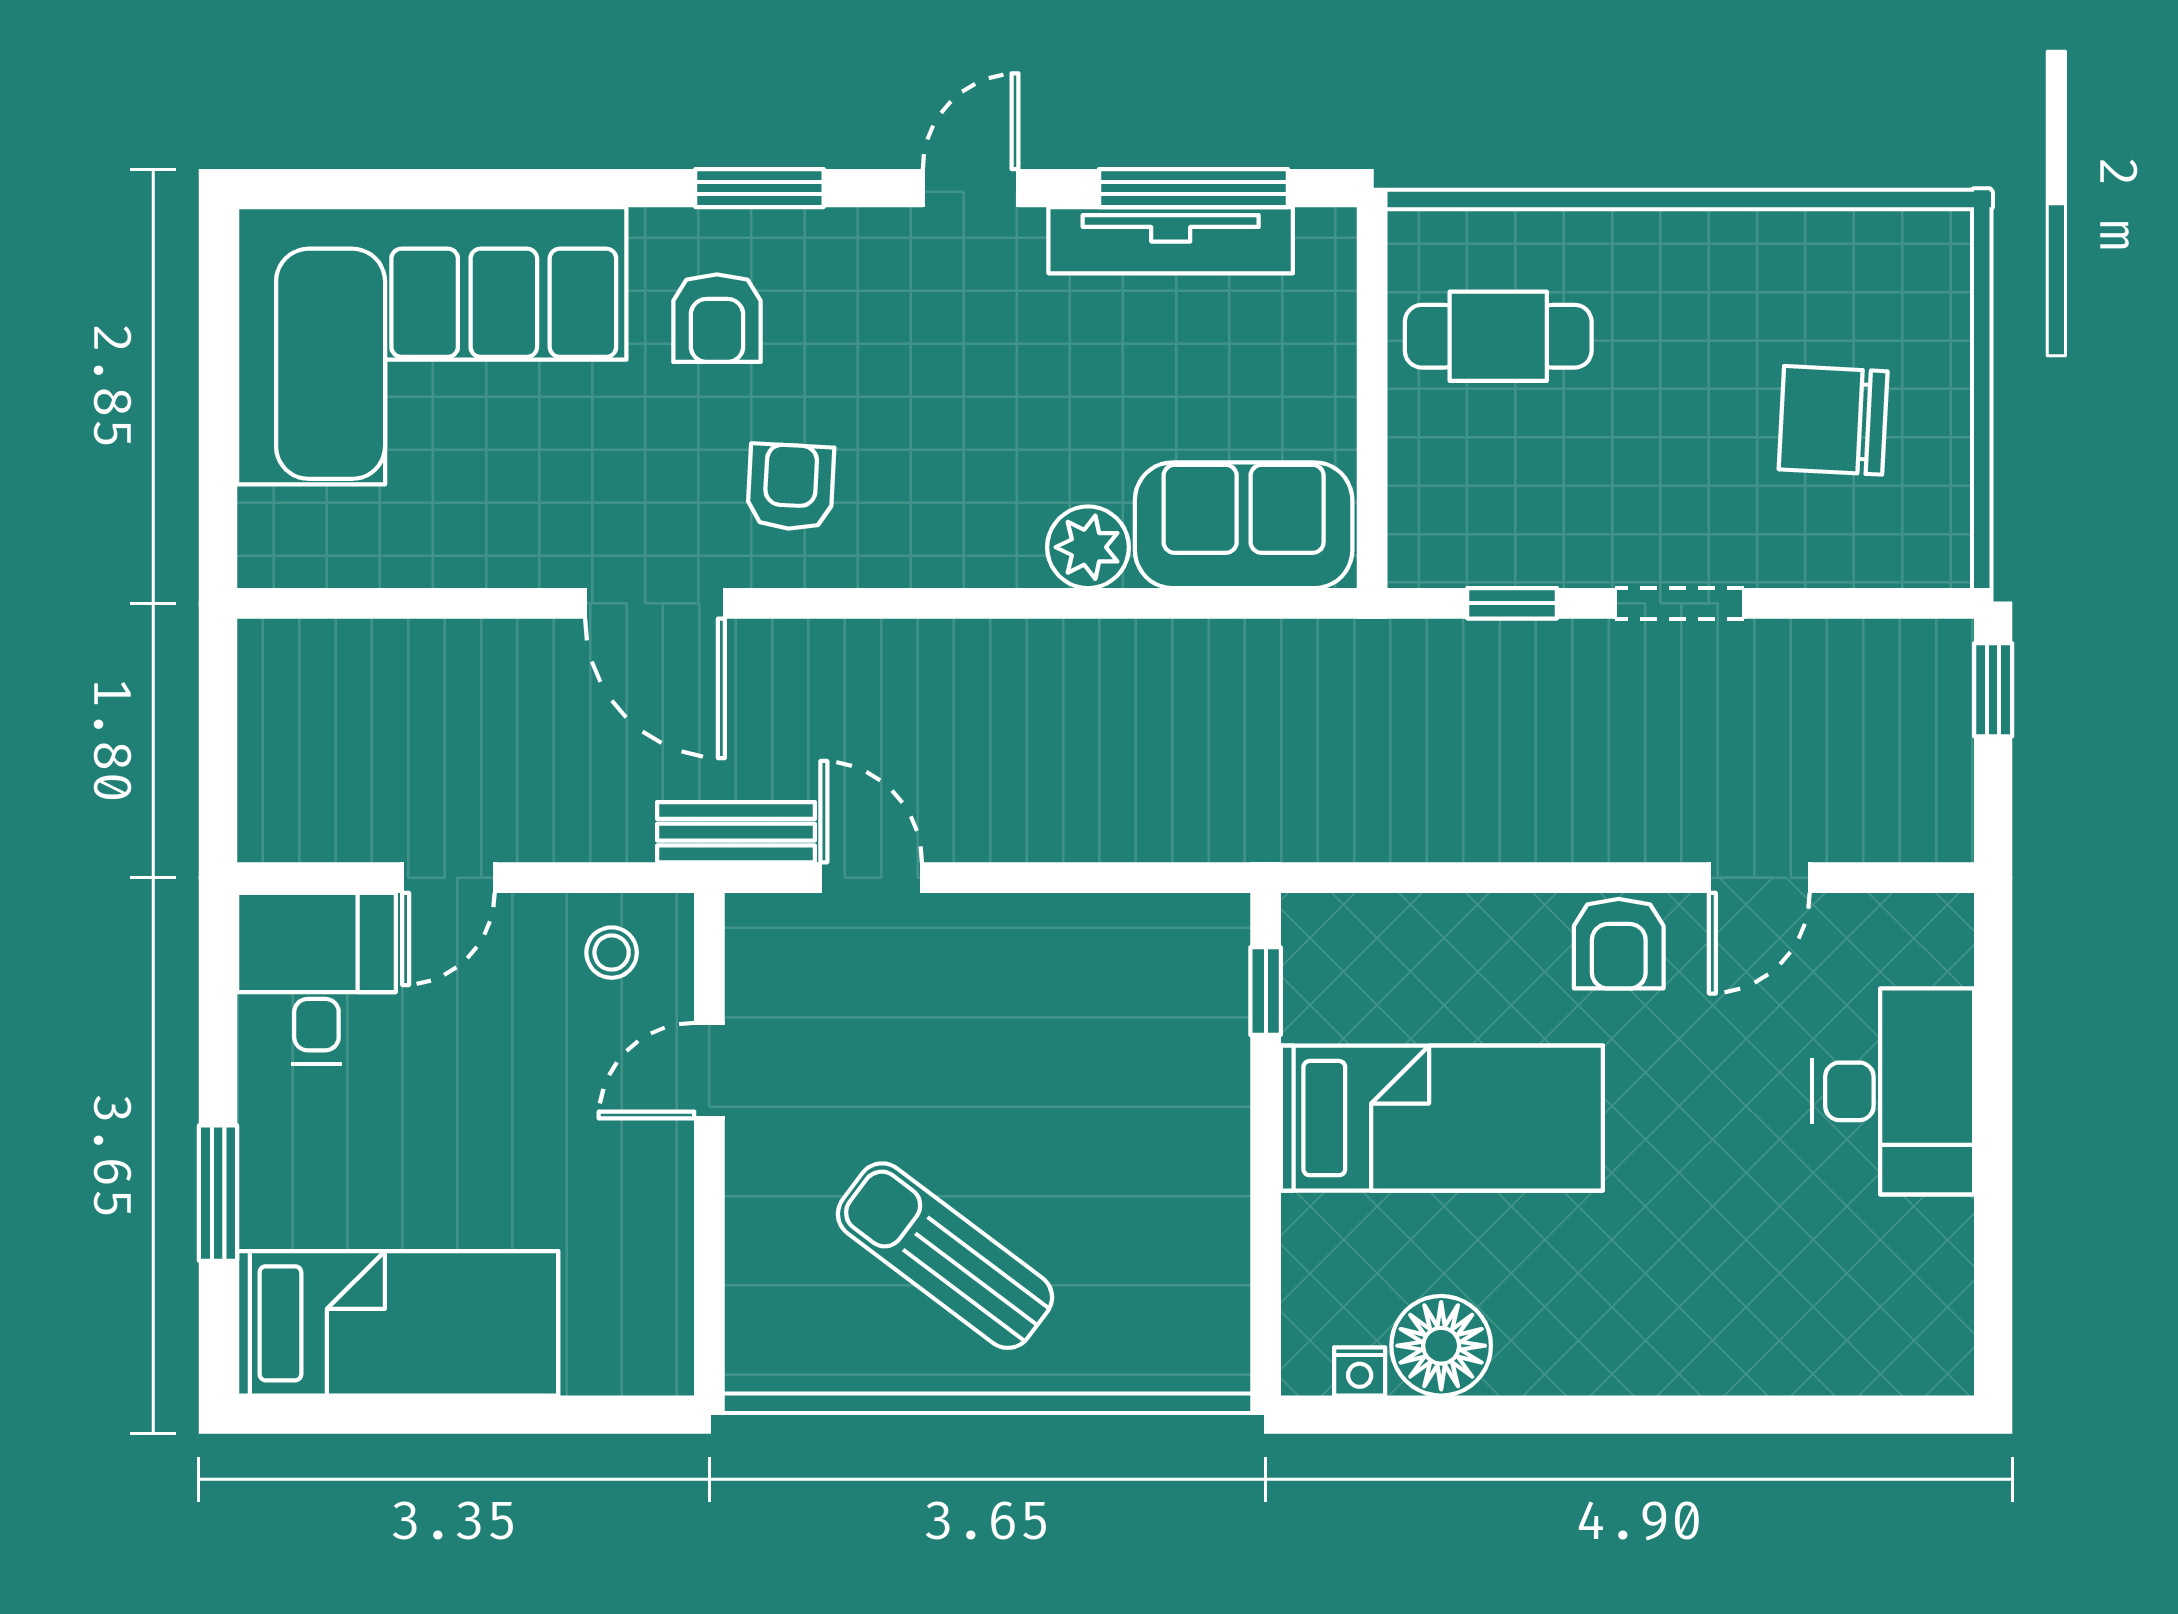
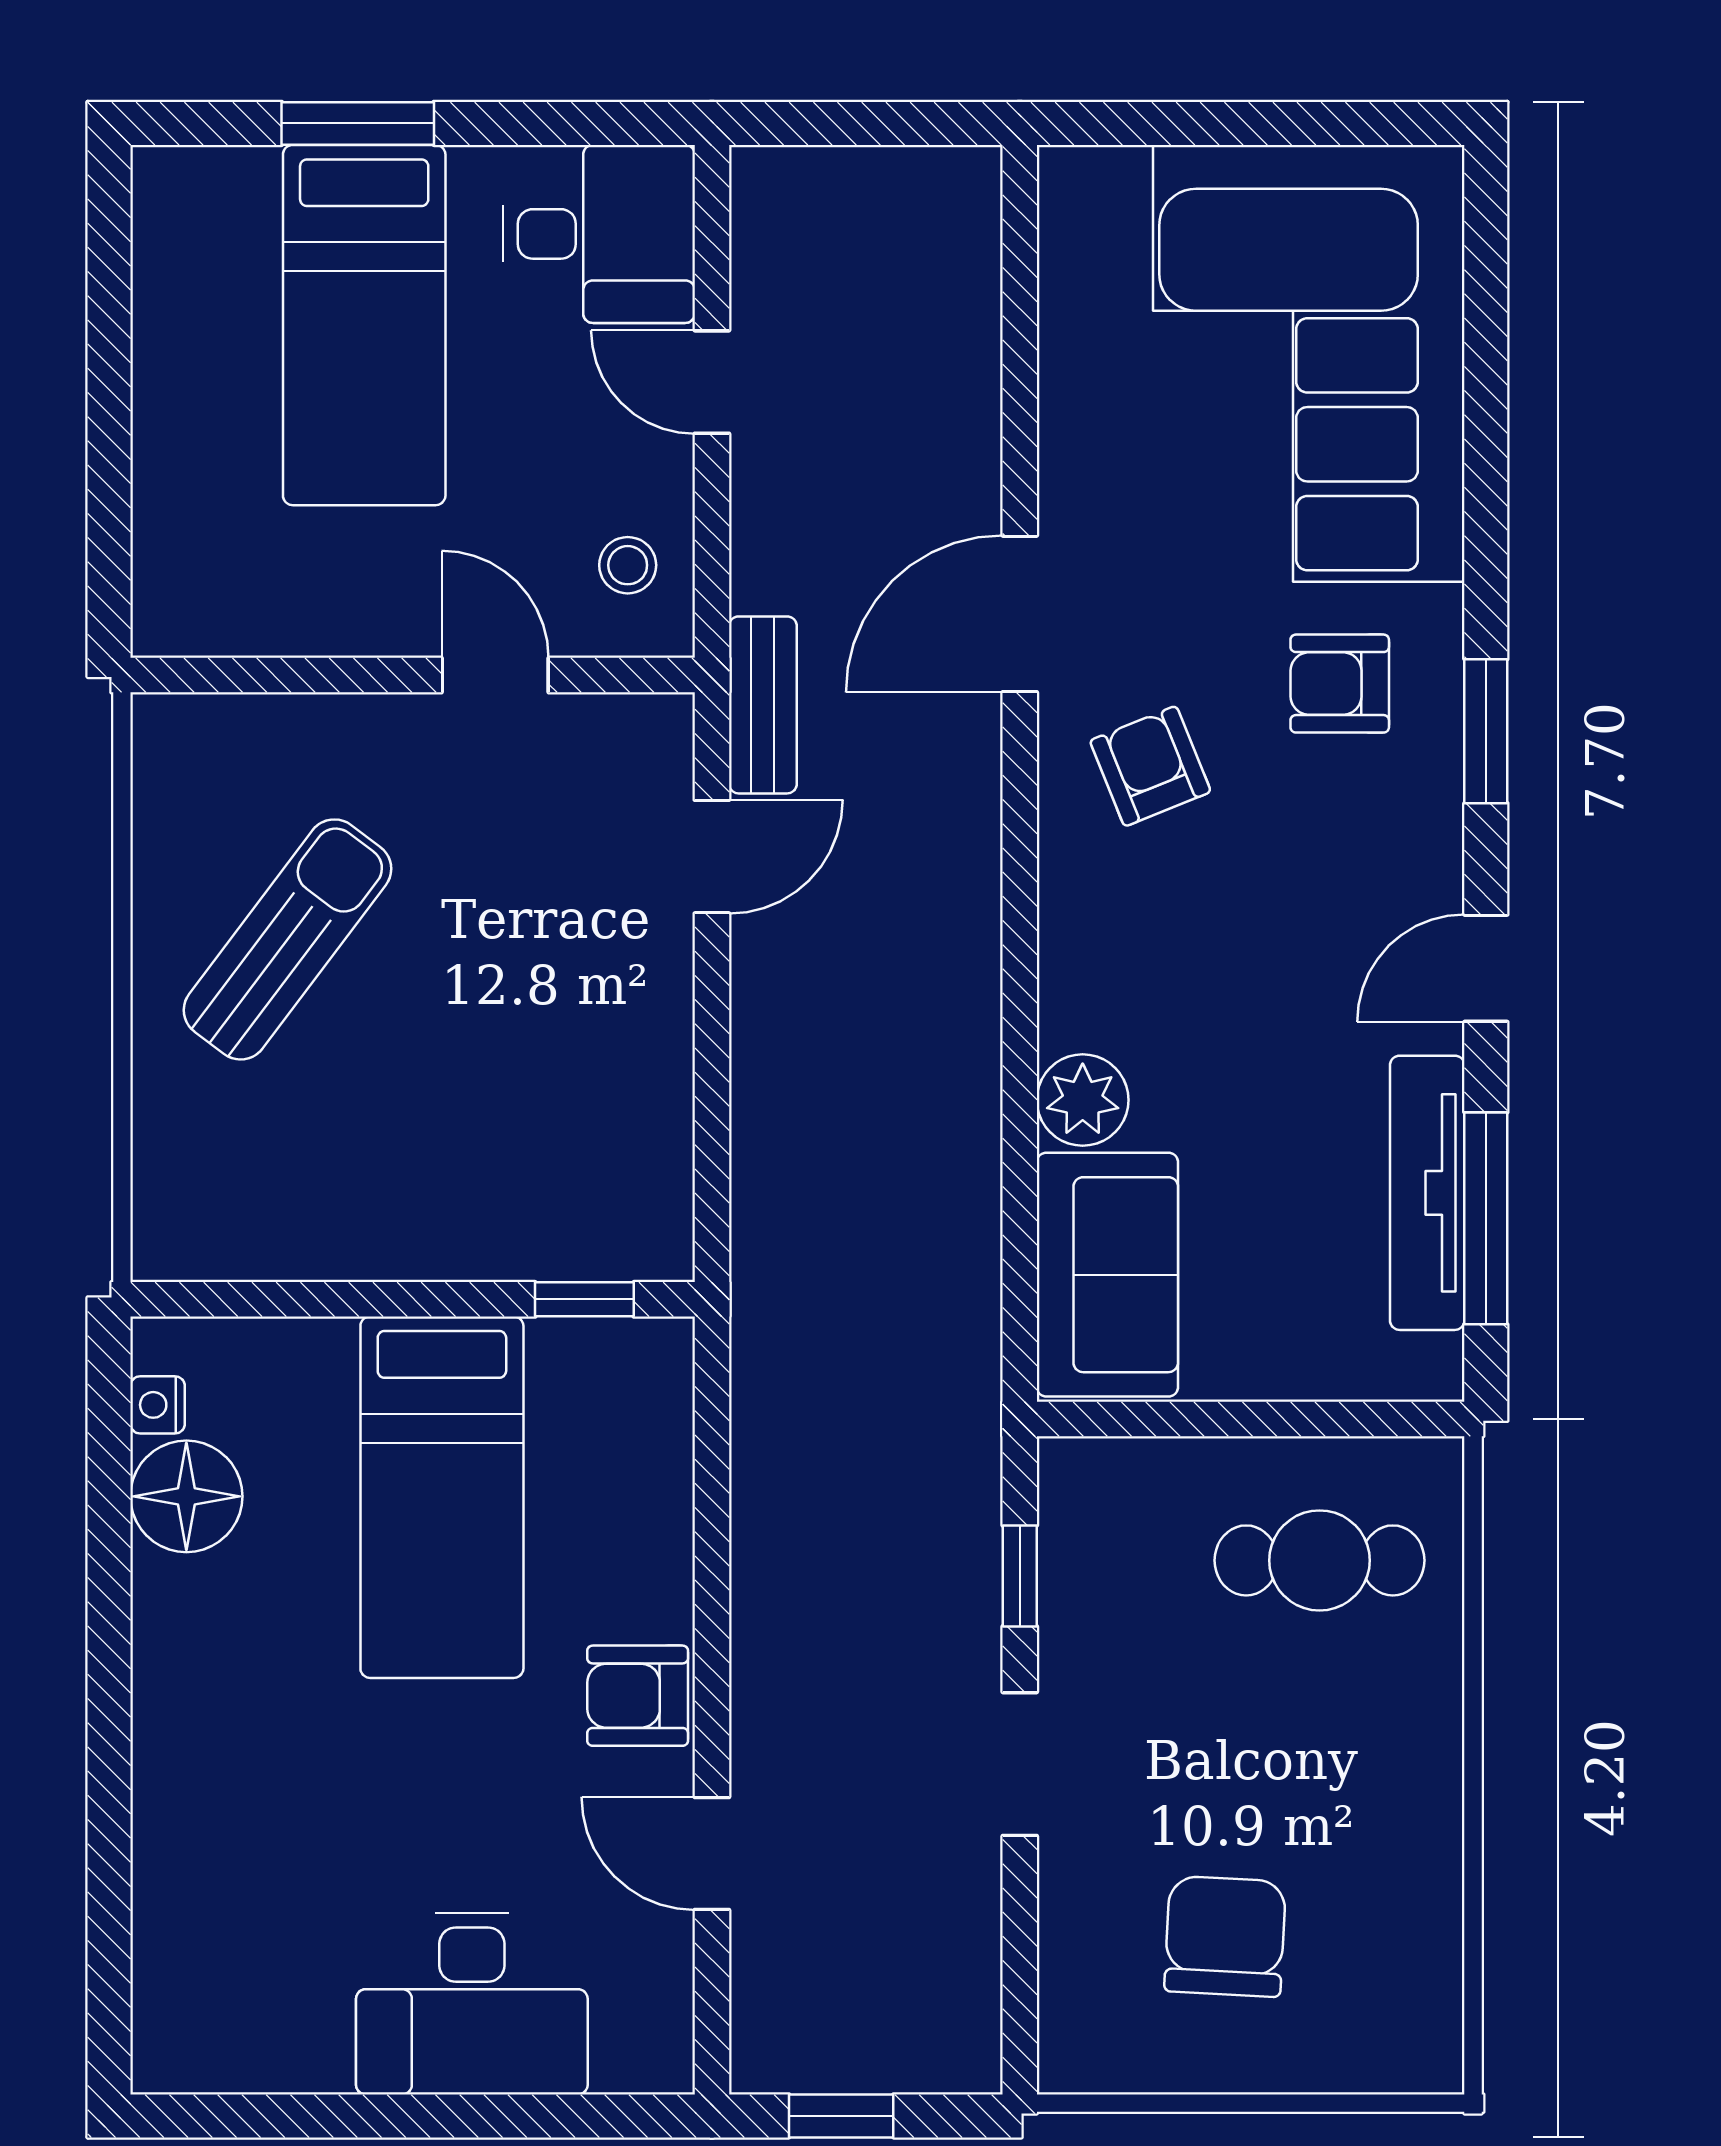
door: (971, 188) -> (1486, 968), swing flipped
cafe table: (1498, 336) -> (1319, 1560), turned 90
armchair: (791, 487) -> (1150, 766), turned -115
window: (1993, 690) -> (841, 2116), moved
bed: (398, 1323) -> (364, 325), moved

